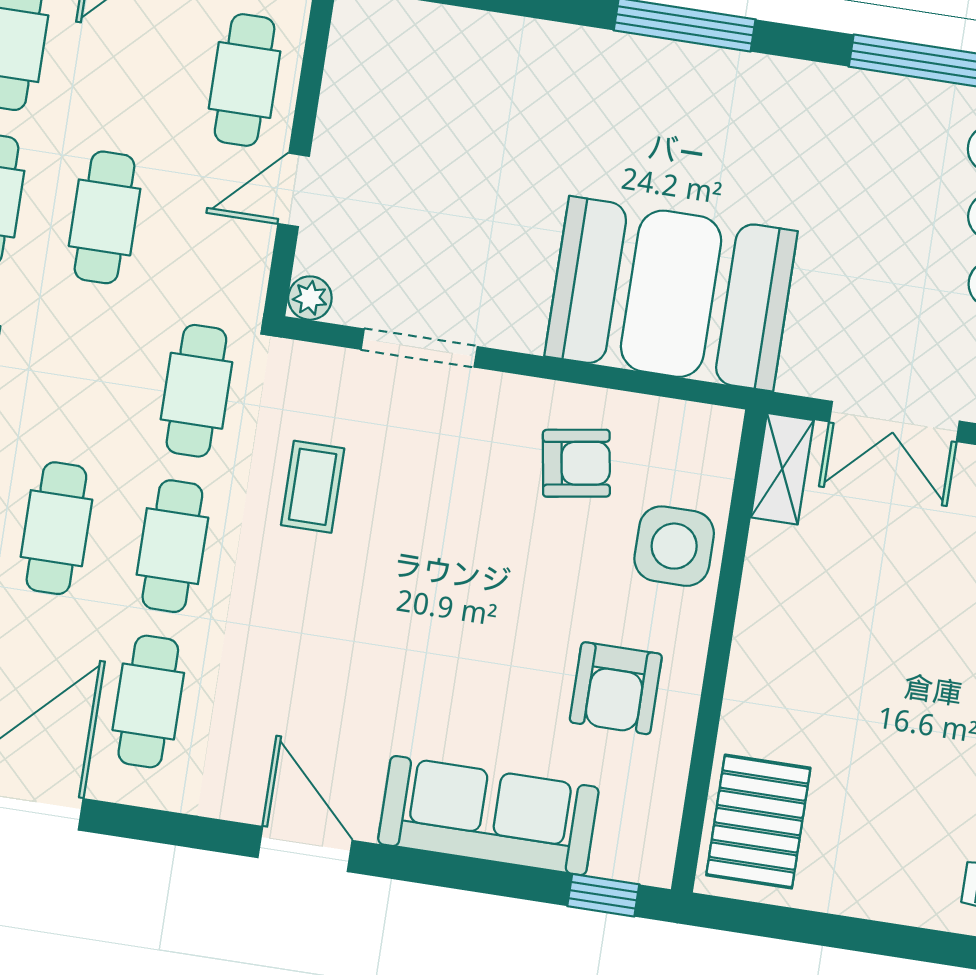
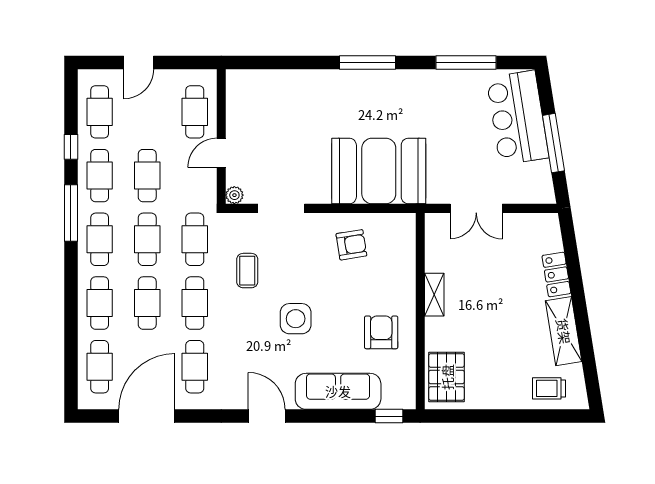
cafe table: (80, 373) -> (147, 239), added
shelving: (782, 469) -> (434, 295), moved
side table: (674, 546) -> (296, 319), moved
armchair: (616, 688) -> (381, 332), turned 180

